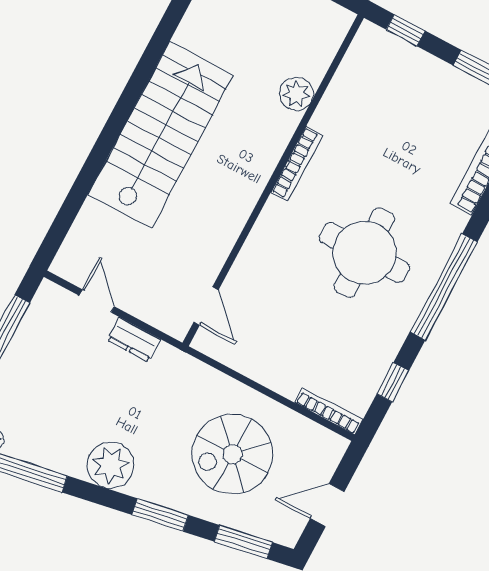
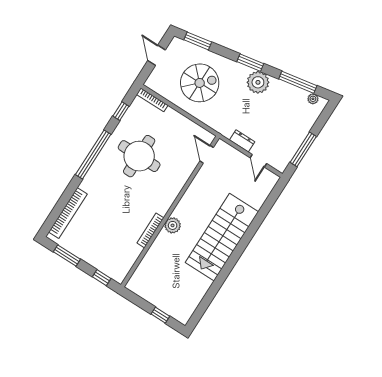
plant: (296, 94) -> (173, 225), moved
bookcase: (297, 164) -> (150, 230), moved
round table: (364, 253) -> (139, 156), moved
door: (327, 505) -> (157, 55), swing flipped
window: (160, 515) -> (250, 63), moved

